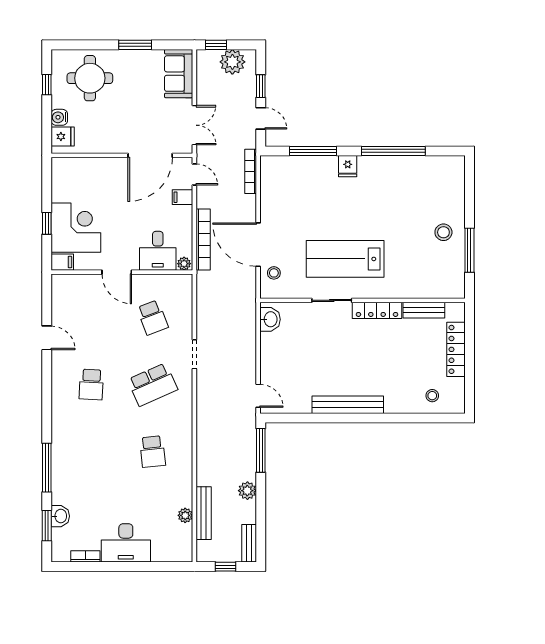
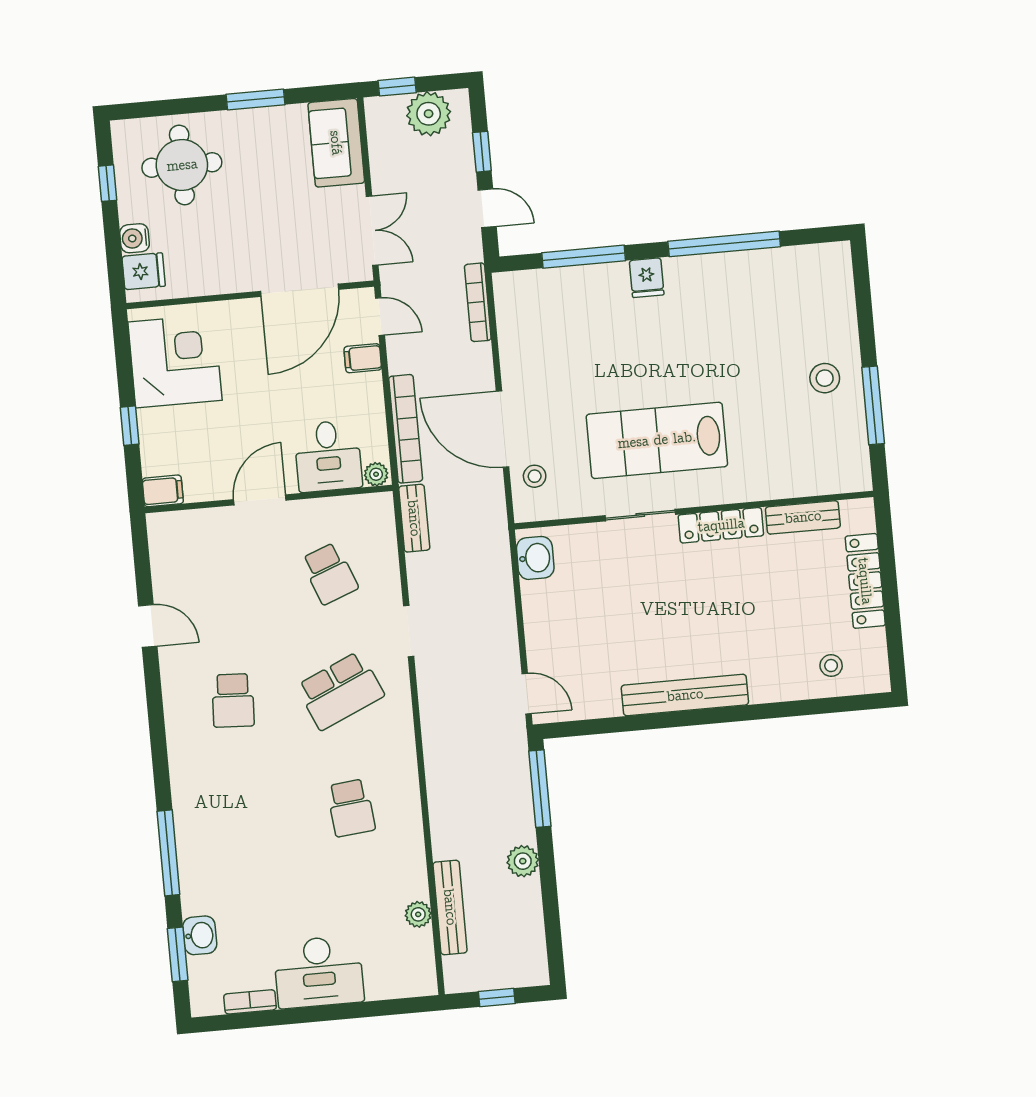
corner desk: (76, 228) -> (175, 361), moved
door: (117, 272) -> (260, 500), swing flipped
bench: (249, 543) -> (414, 518), moved

